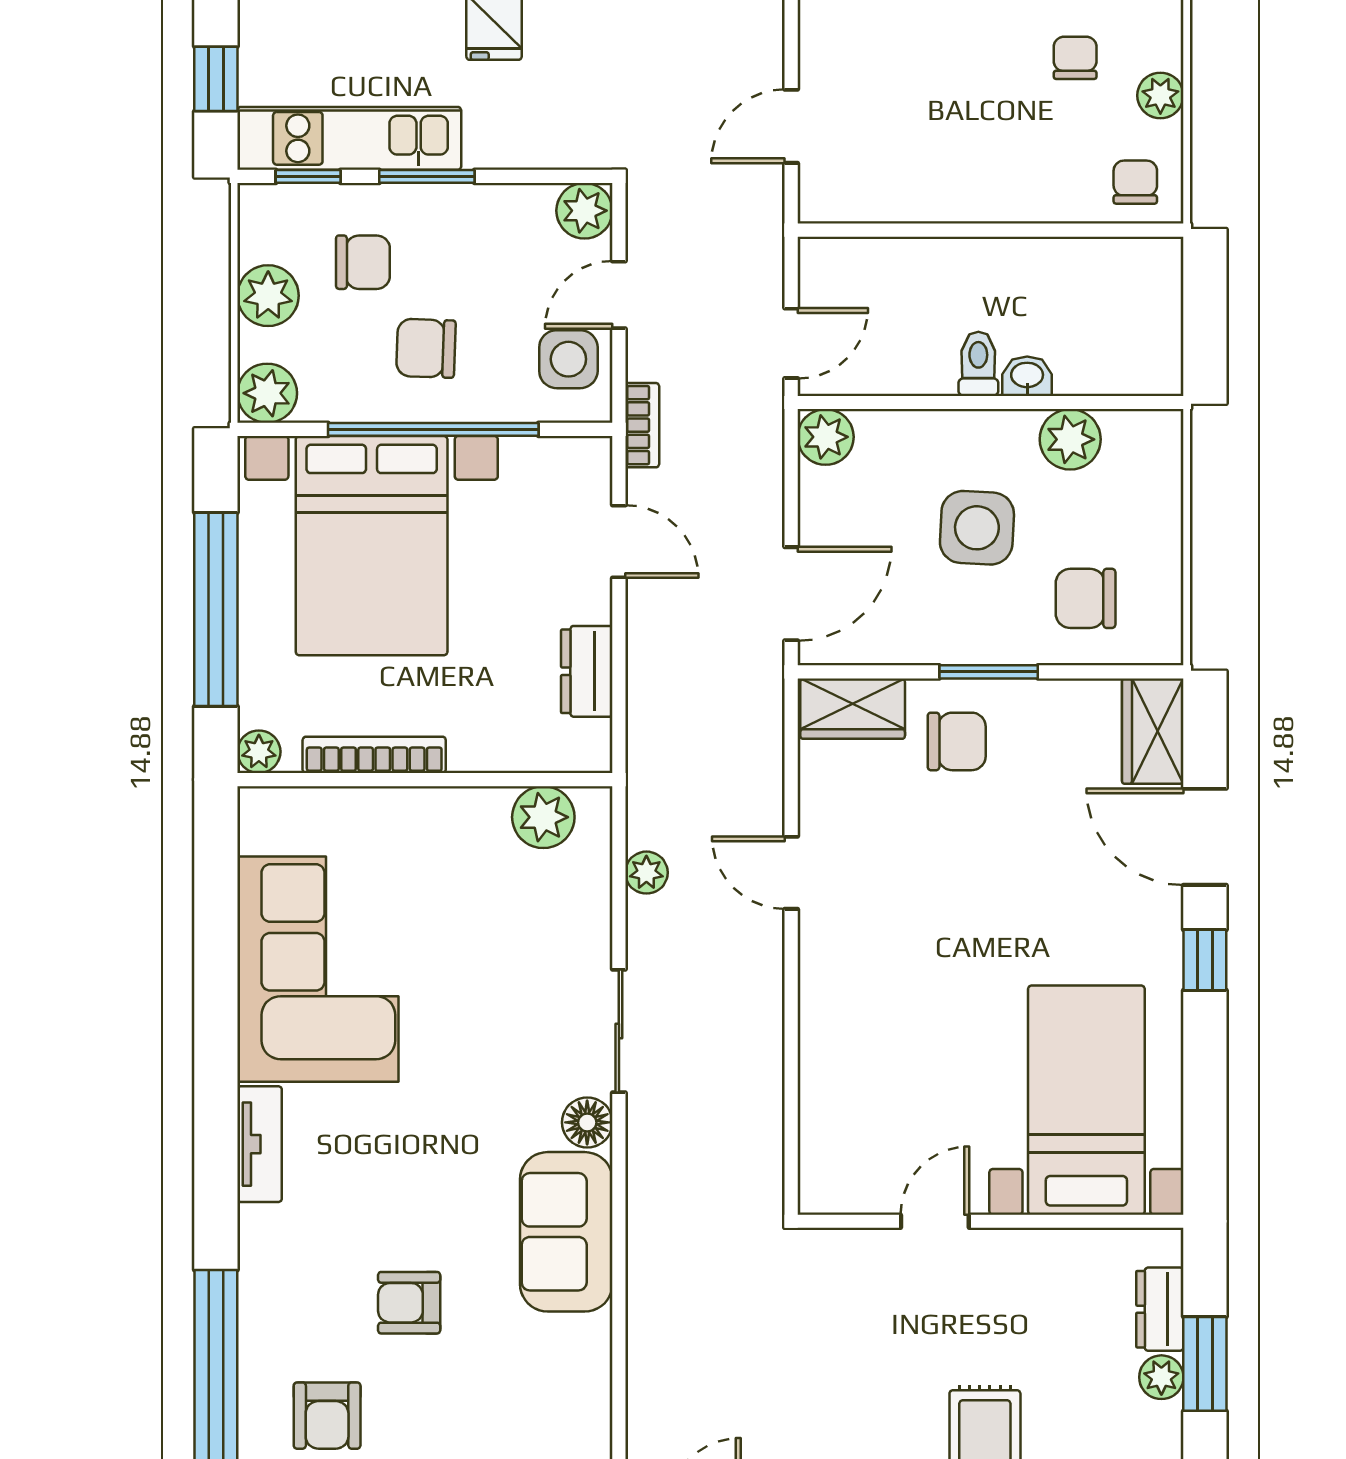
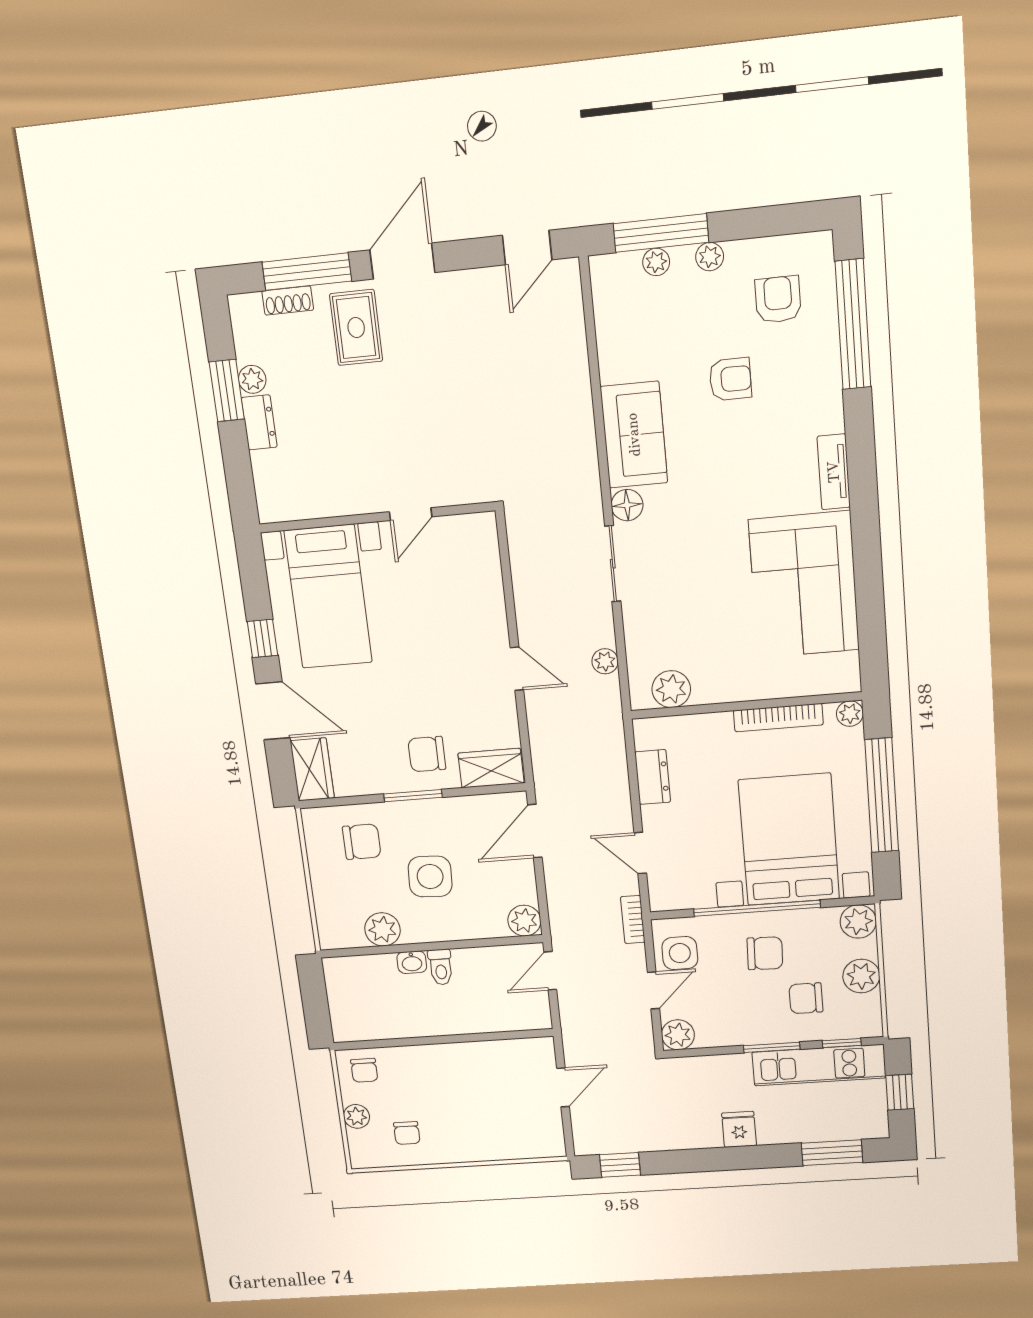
bed with nightstands: (1086, 1100) -> (328, 597), moved
door: (935, 1221) -> (411, 514), moved
wall: (990, 1221) -> (377, 517), moved

